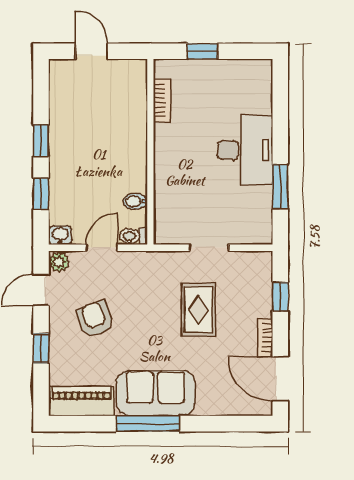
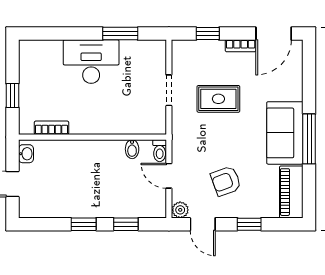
washbasin: (60, 235) -> (26, 154), moved, turned 180

